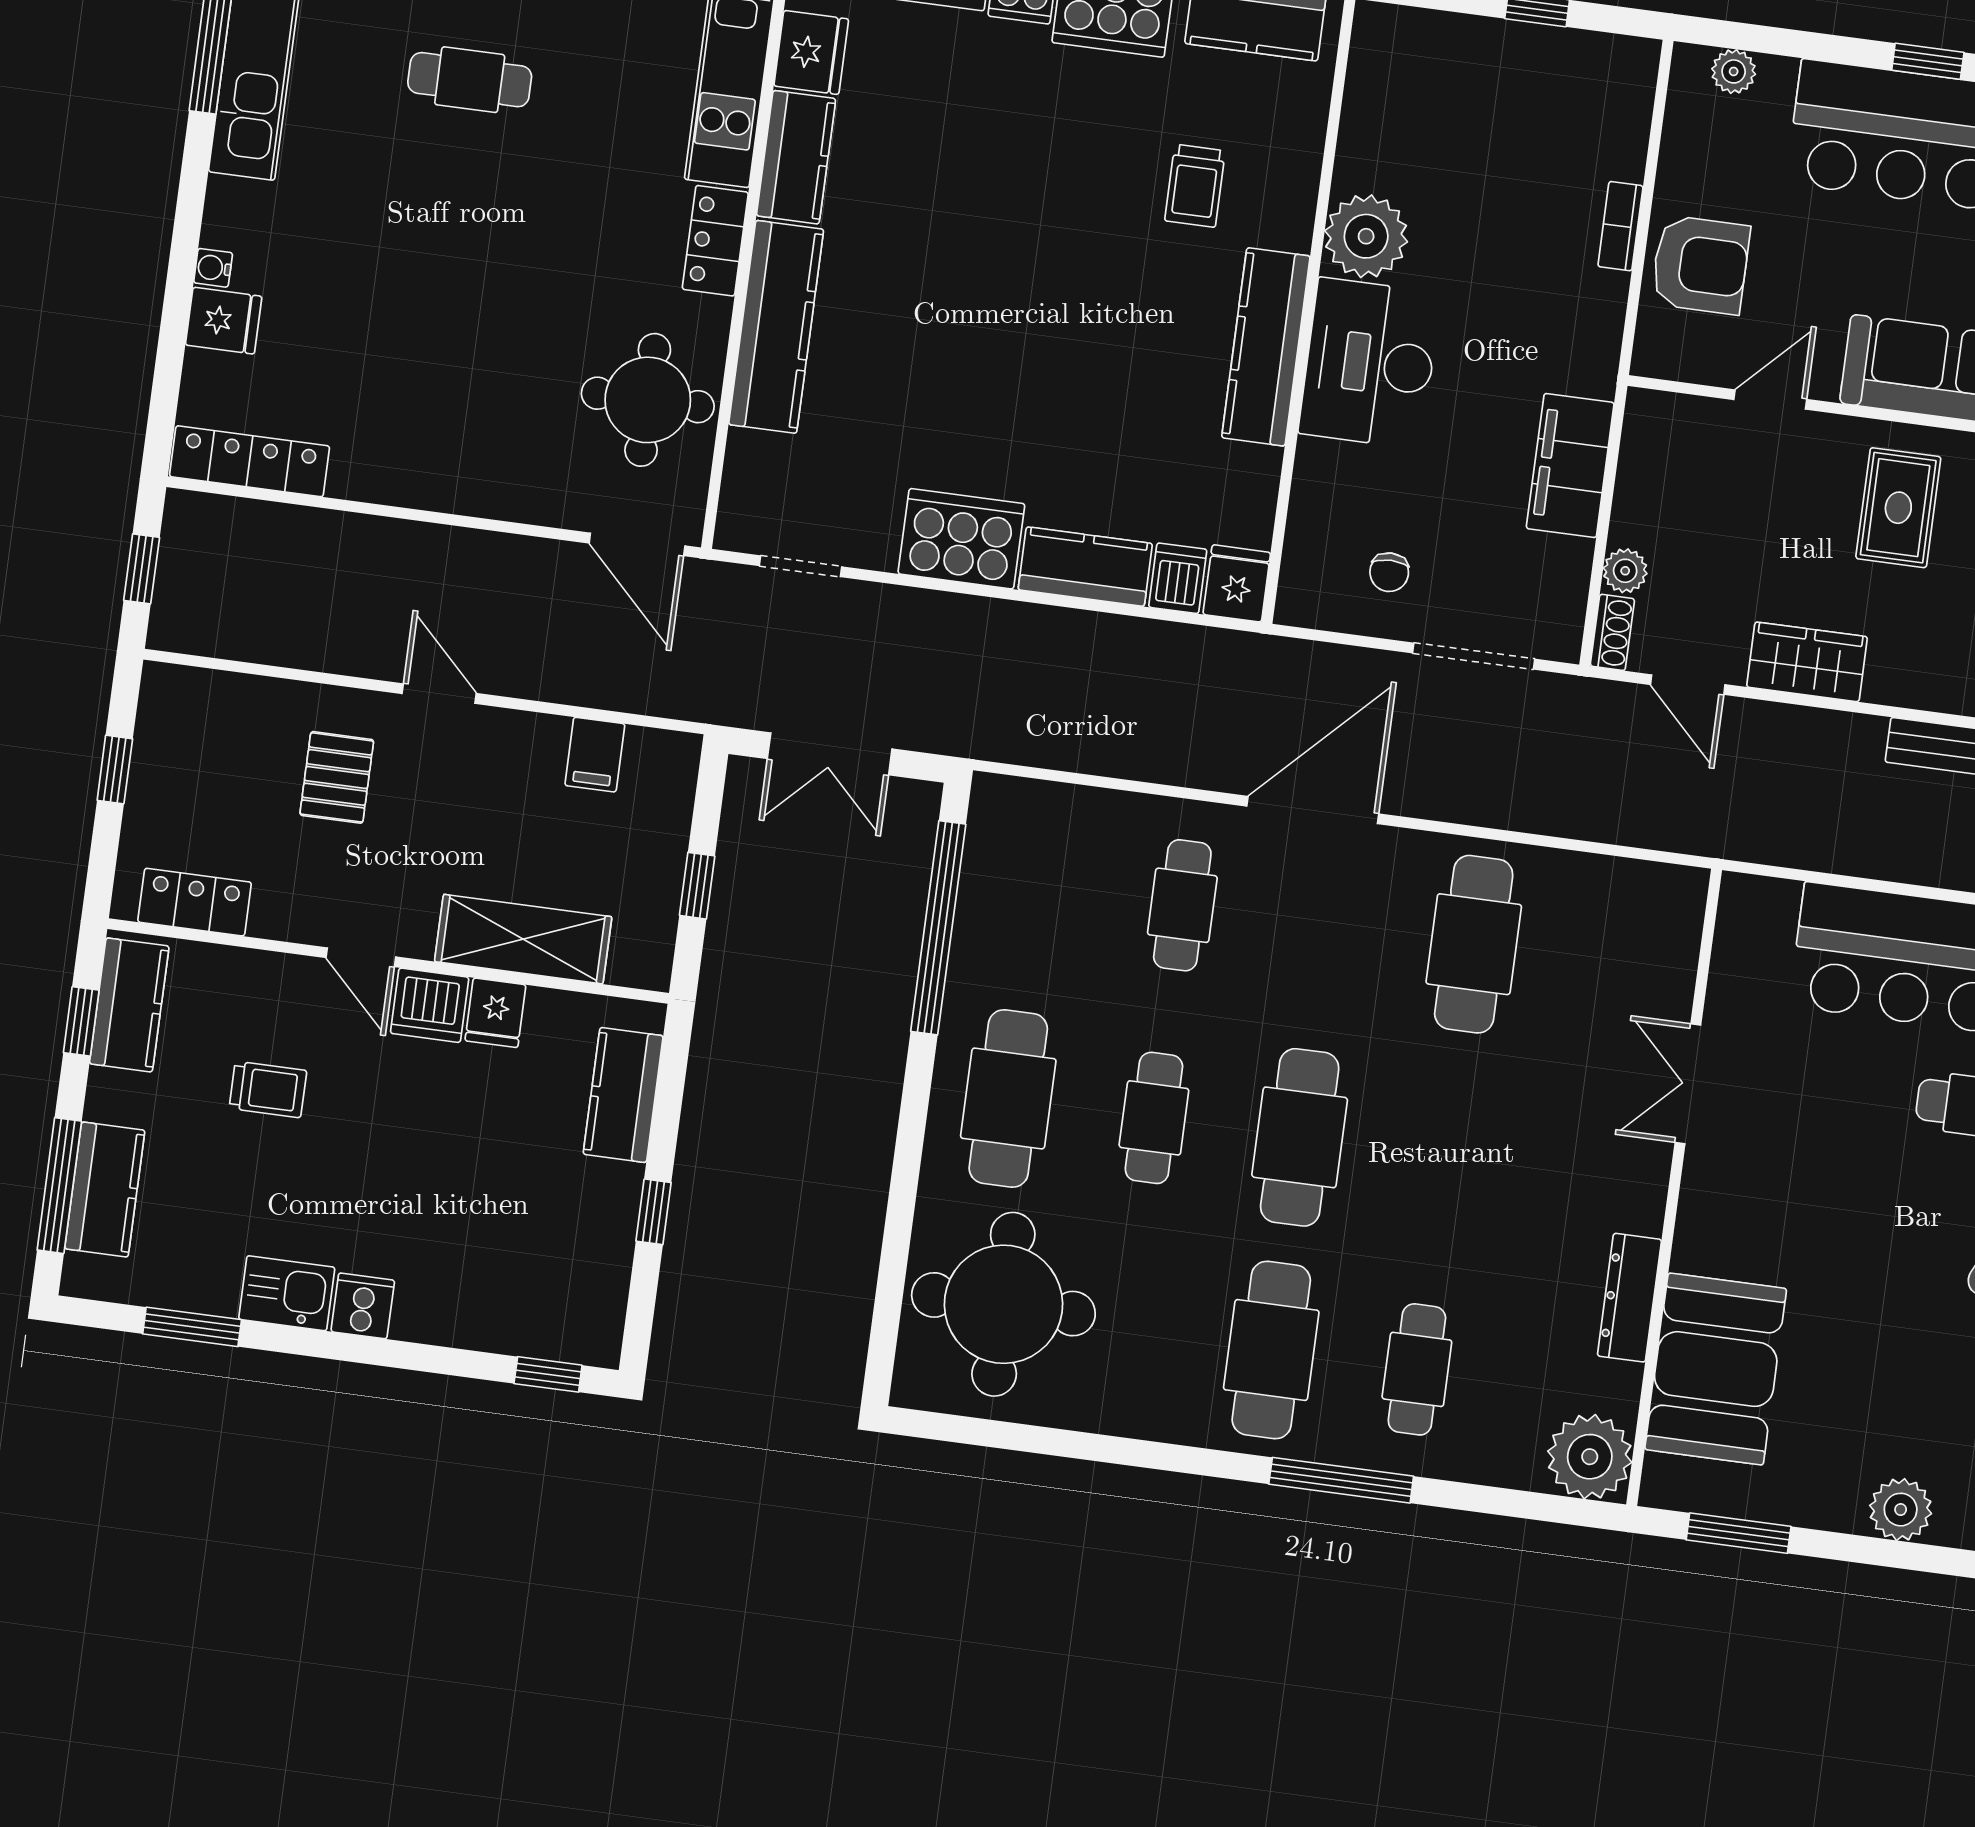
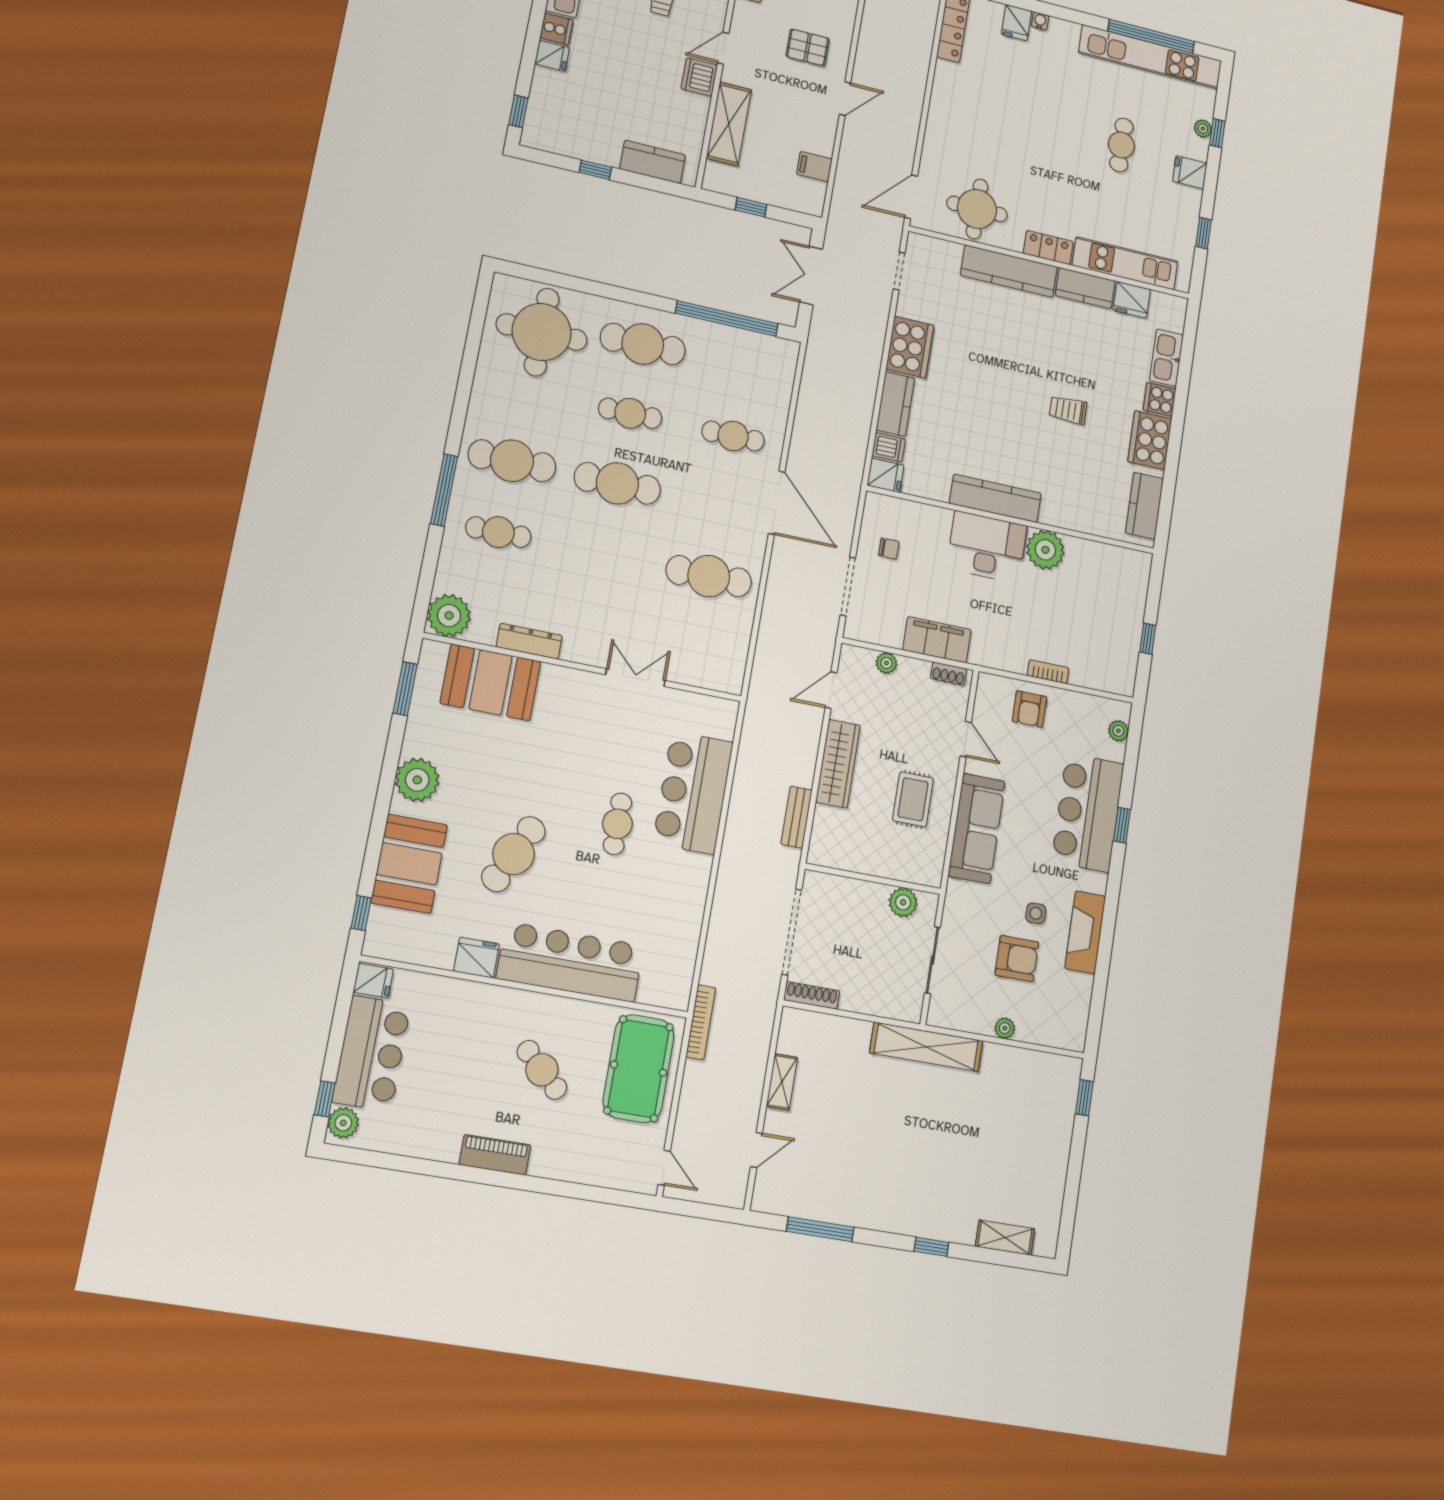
trolley: (1195, 186) -> (1068, 410), moved
armchair: (1700, 265) -> (1029, 709), width x0.72, depth x0.72
rug: (1898, 508) -> (913, 799), turned 90
chair: (1389, 572) -> (889, 549), turned 180
shoe rack: (1612, 632) -> (949, 674), moved
wardrobe: (1807, 662) -> (838, 764), width x1.50
fridge: (495, 1013) -> (552, 56), moved, turned 180
plant: (1901, 1510) -> (417, 780), width x1.36, depth x1.36

